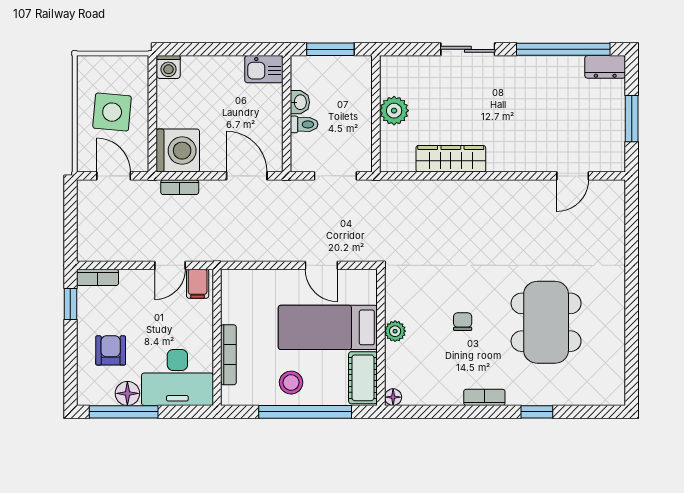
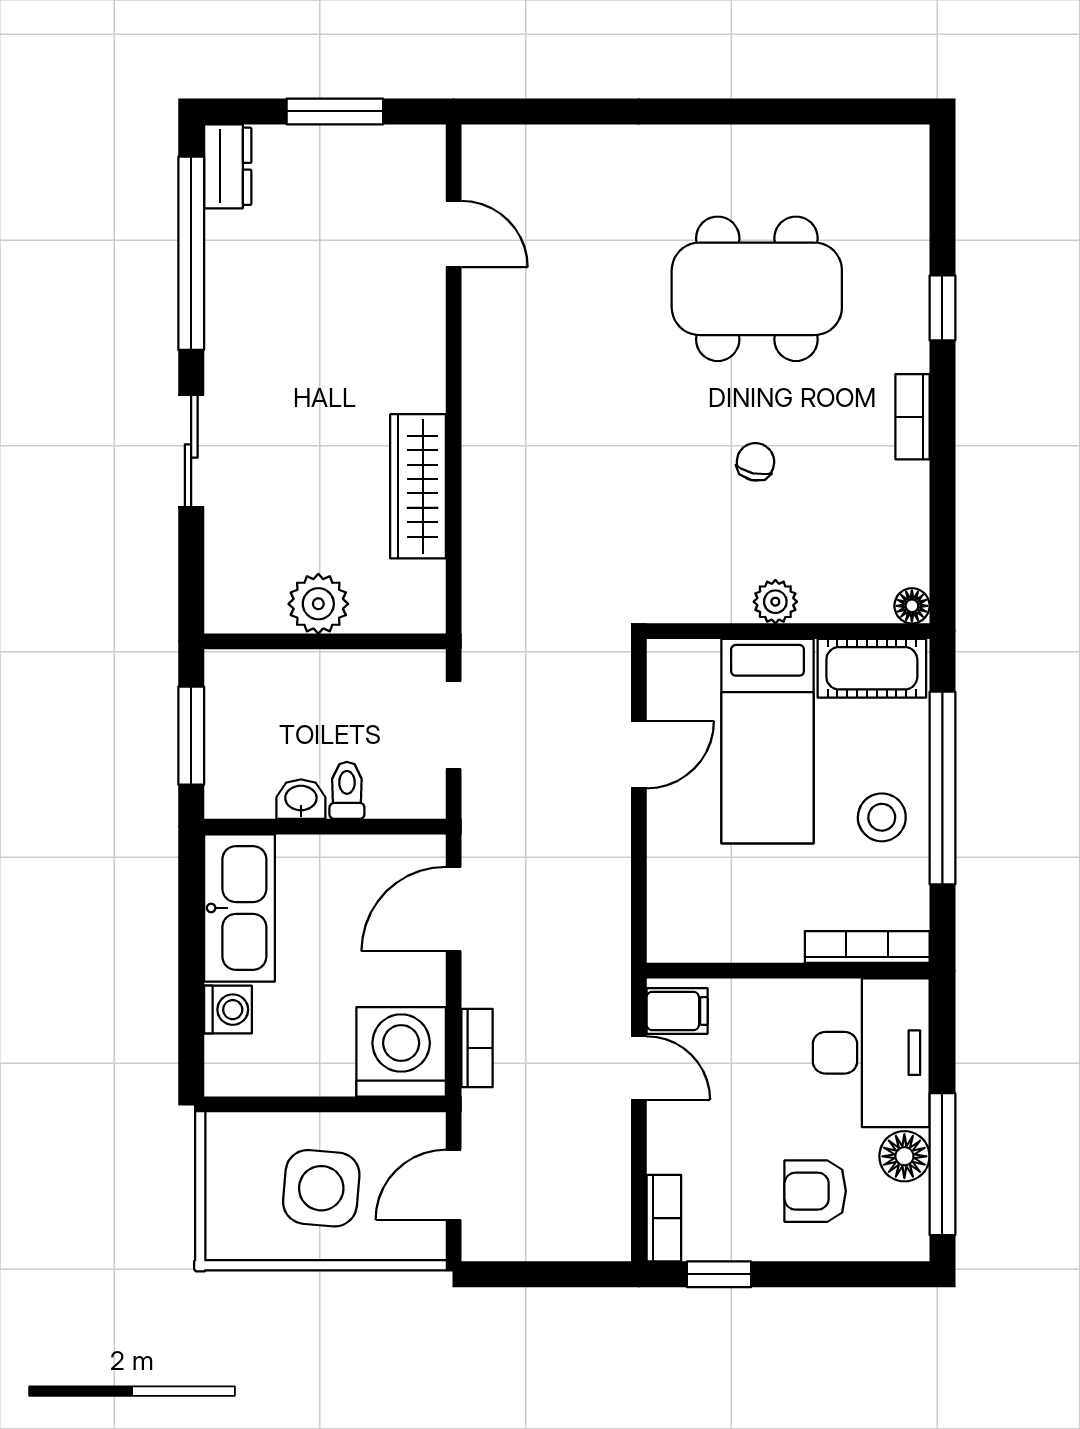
washing machine: (169, 67) -> (228, 1010), moved
kitchen sink: (264, 69) -> (239, 908), width x1.88, depth x1.24
chair: (463, 322) -> (755, 462), turned 103
bookcase: (228, 355) -> (867, 947), moved

